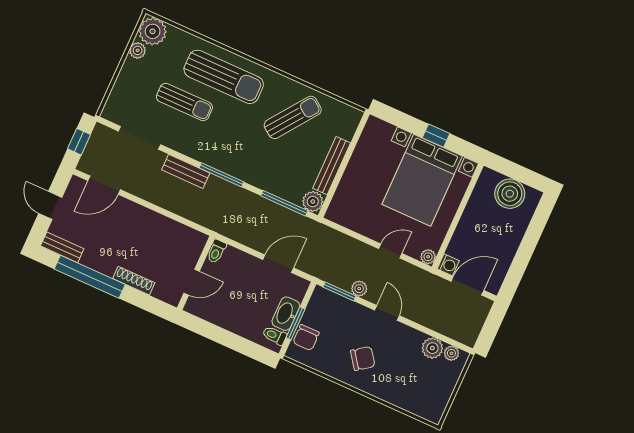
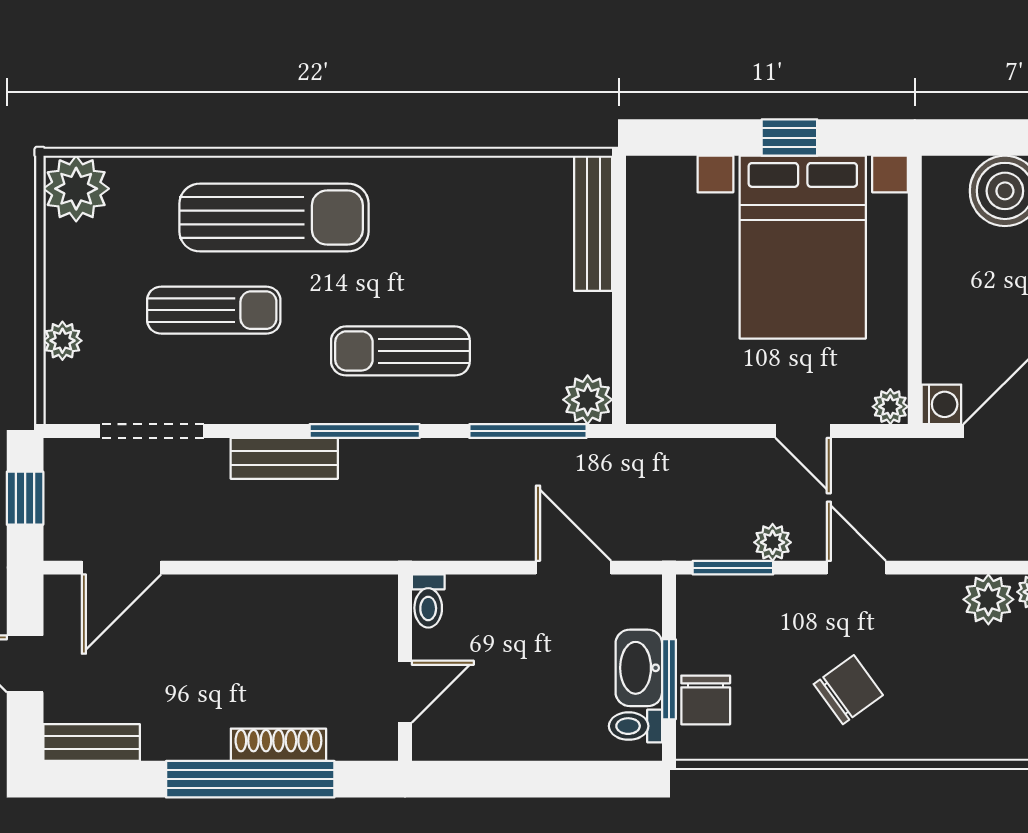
plant: (138, 50) -> (62, 341), moved
sun lounger: (293, 117) -> (400, 351), moved, turned -126
bench: (332, 166) -> (593, 223), moved
door: (390, 251) -> (803, 431), swing flipped
door: (278, 264) -> (574, 568), hinge flipped
window: (90, 277) -> (250, 779), moved

